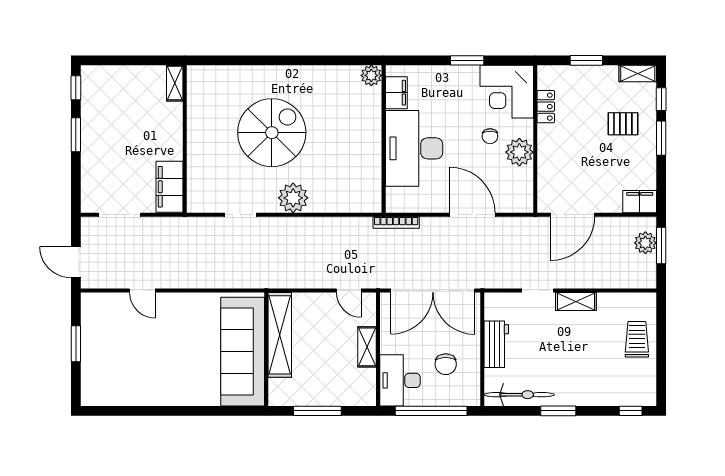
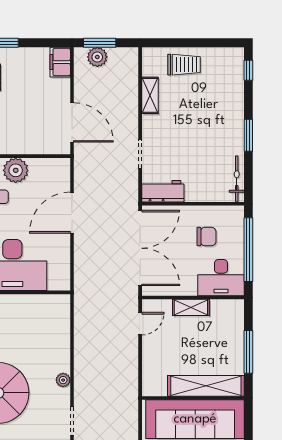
plant: (293, 198) -> (63, 380), width x0.53, depth x0.53
bookcase: (396, 222) -> (79, 281), removed
shelving: (576, 301) -> (150, 95), moved
shelving: (280, 335) -> (206, 386), moved
trolley: (637, 339) -> (184, 65), turned 180
workbench: (496, 344) -> (163, 191), moved
bicycle: (519, 395) -> (237, 179), width x0.73, depth x0.71

